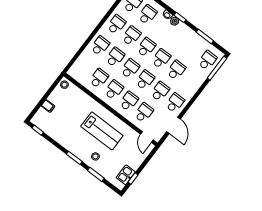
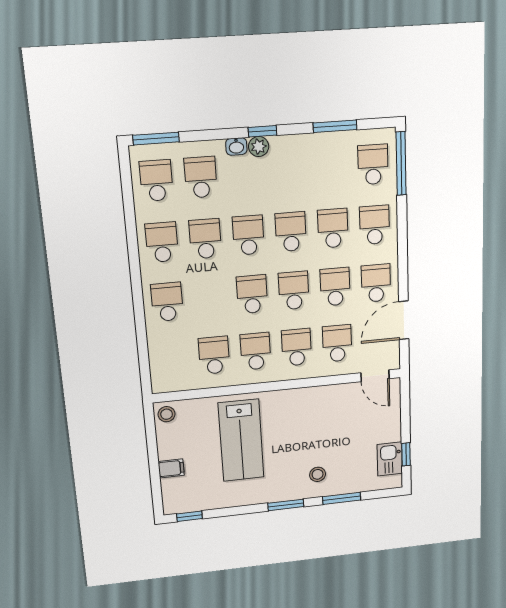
school desk: (115, 57) -> (375, 225), moved
door: (174, 125) -> (404, 320), swing flipped
lab bench: (102, 131) -> (241, 440), moved, turned 90

